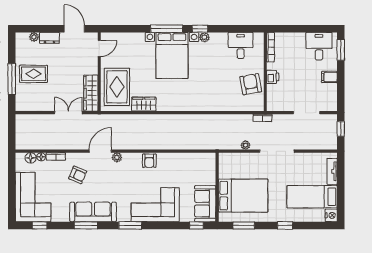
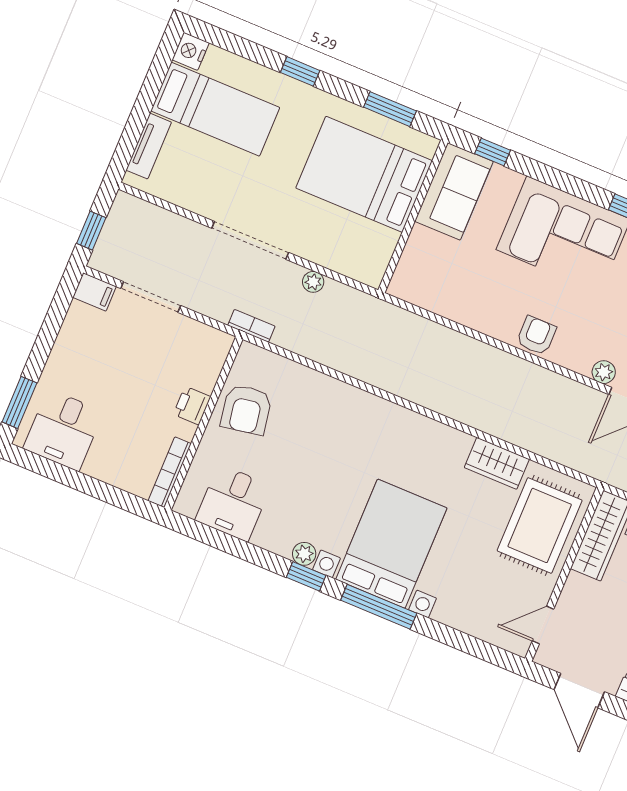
filing cabinet: (329, 77) -> (94, 292), moved

